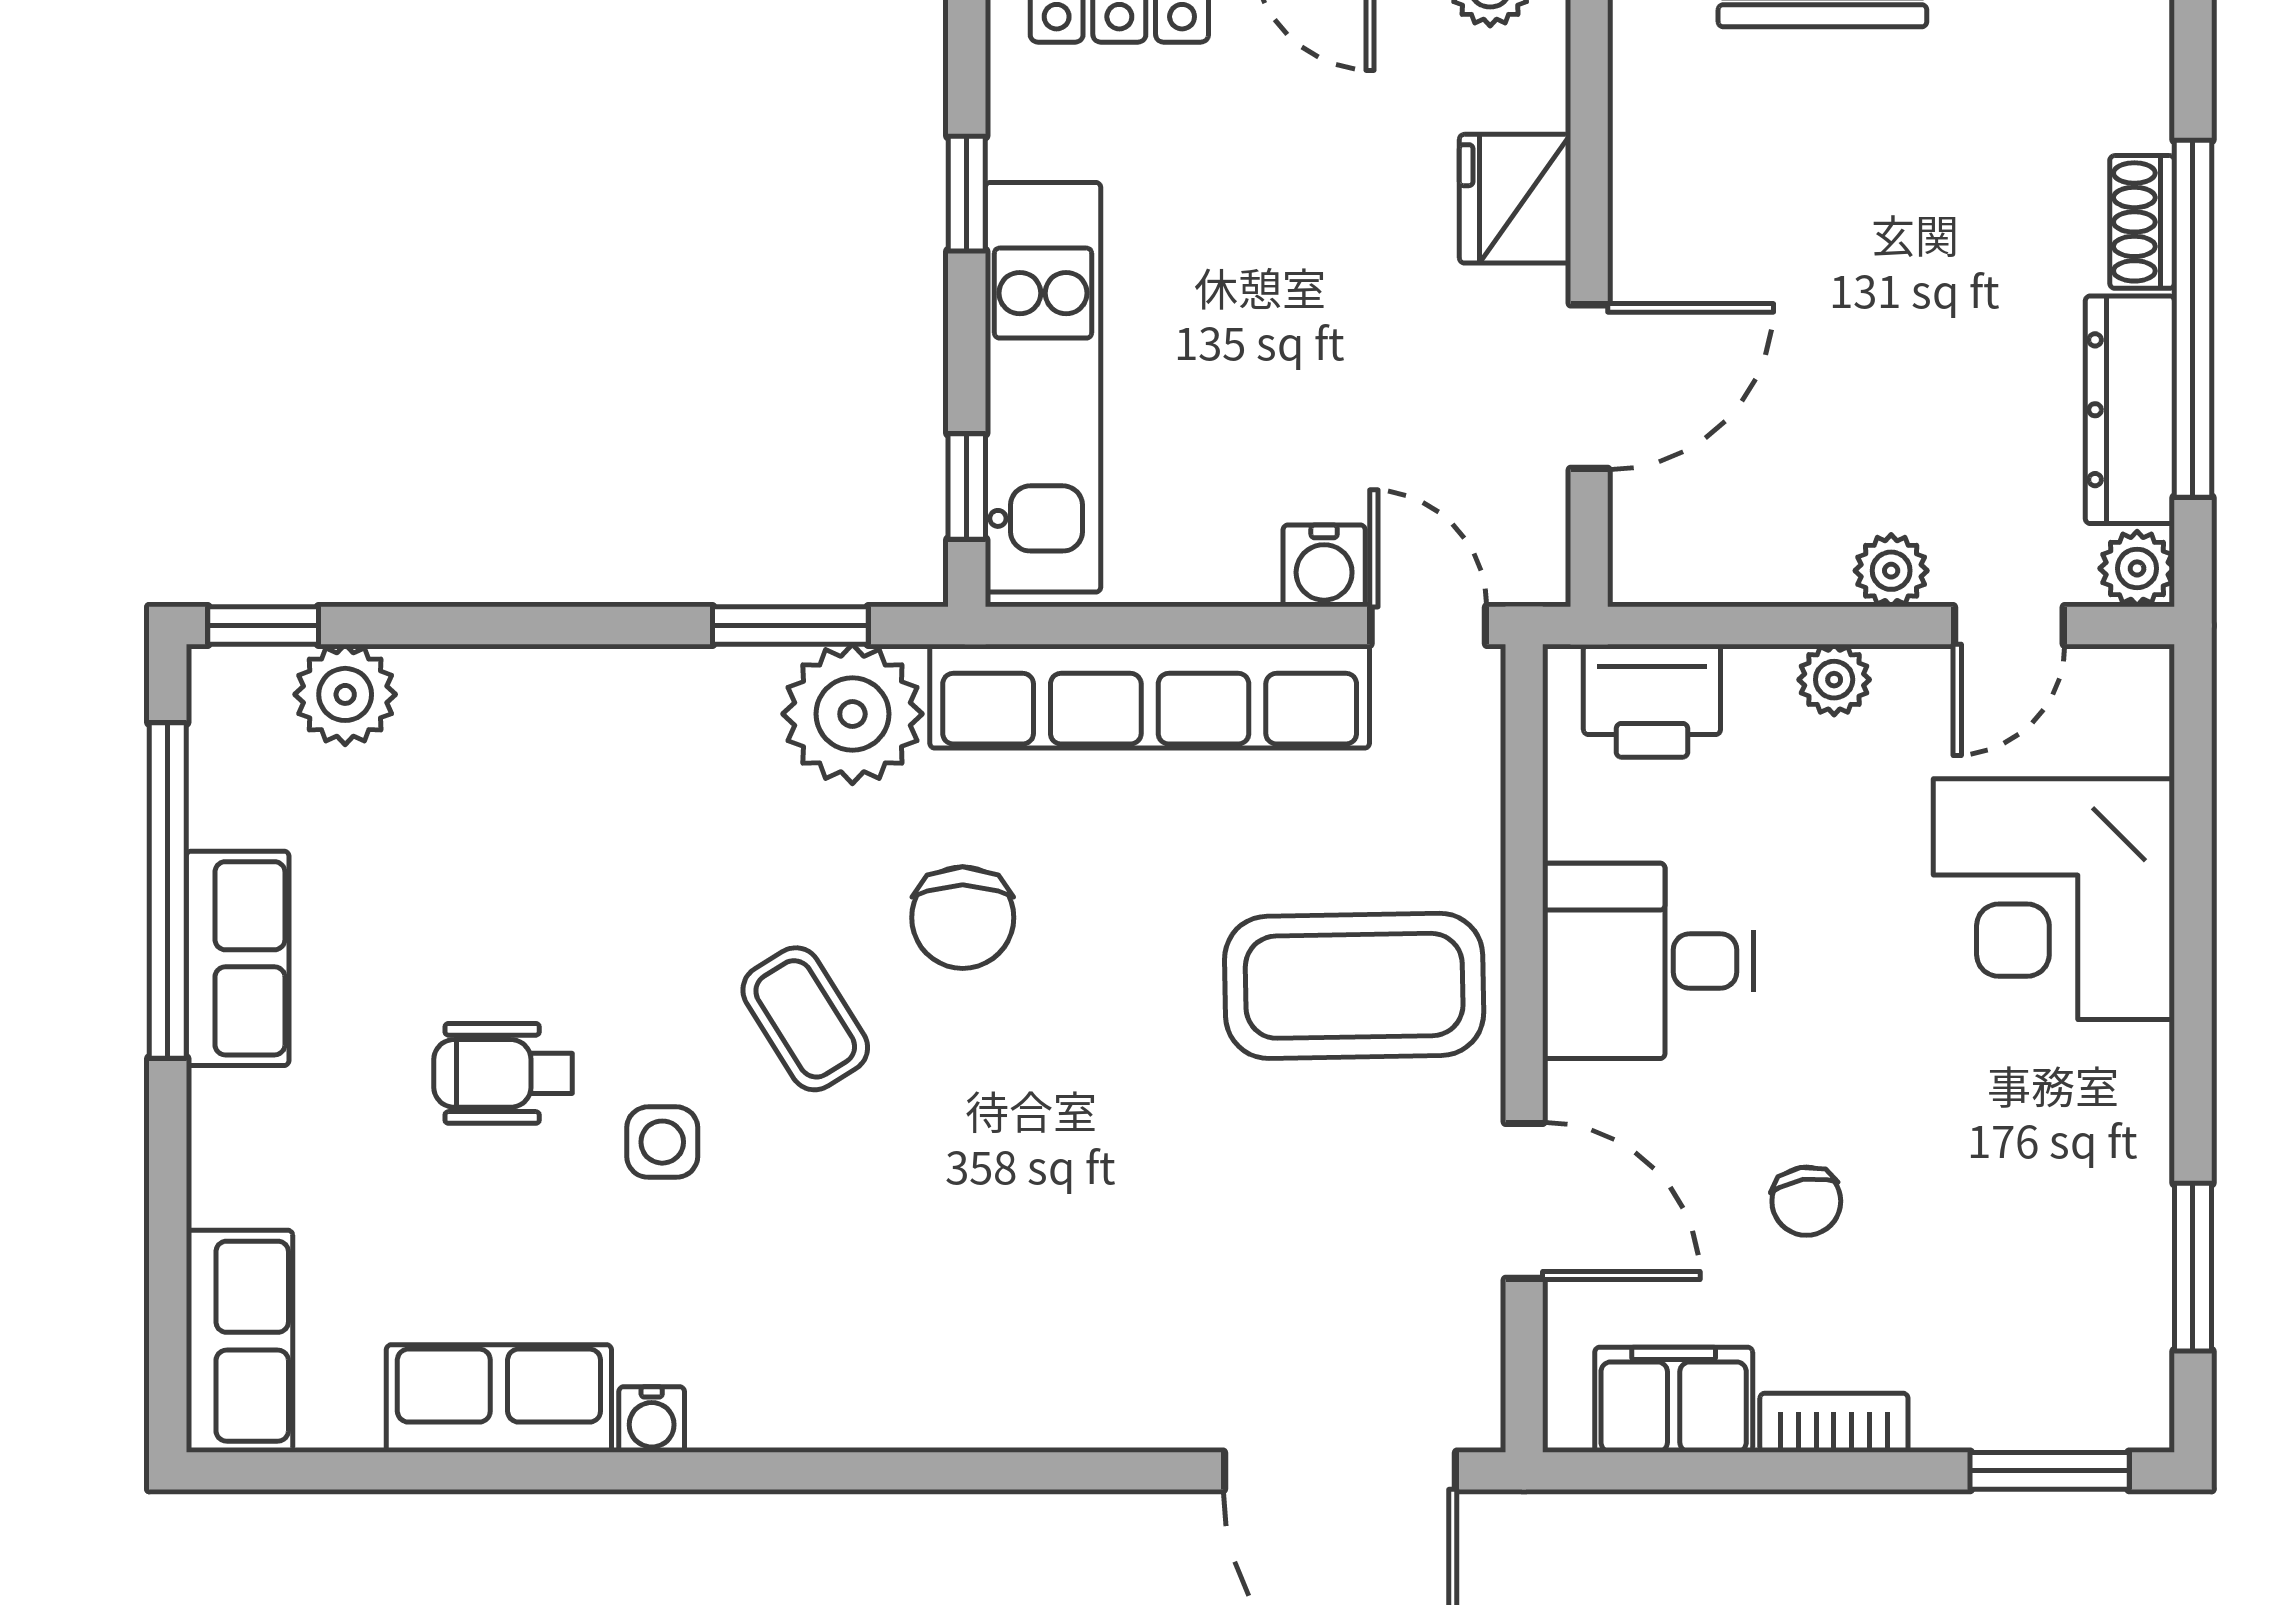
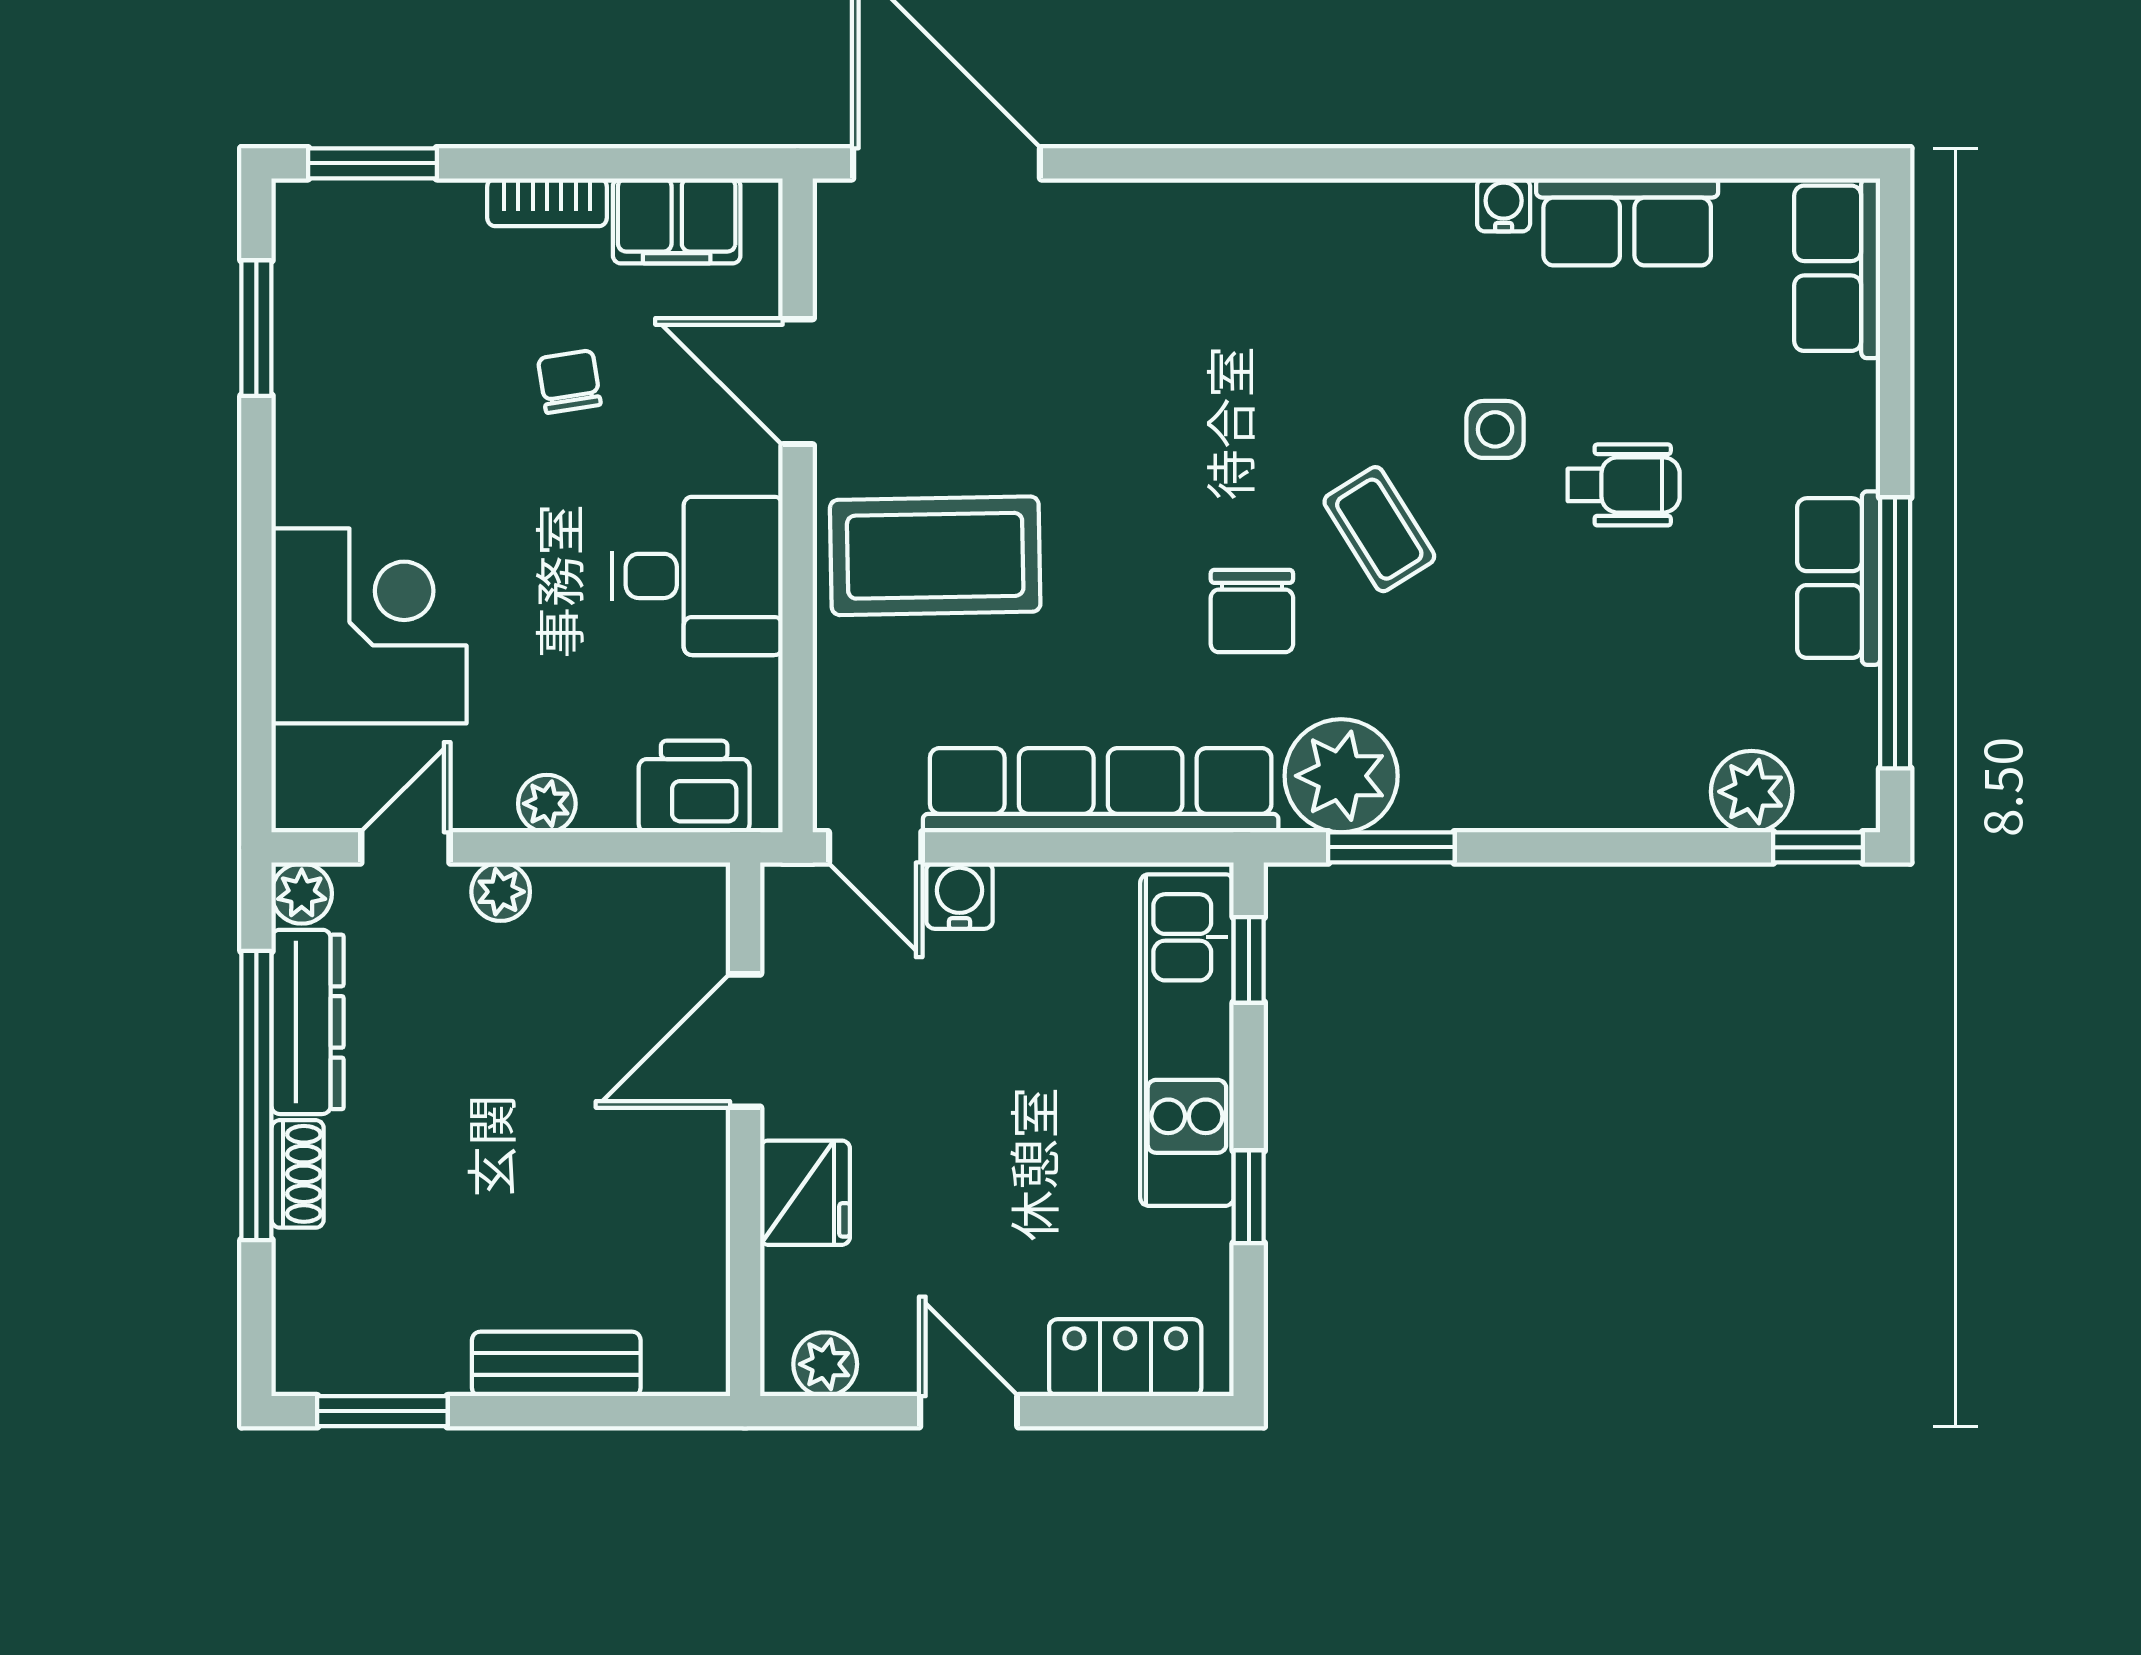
chair: (963, 918) -> (1252, 611), turned 180

